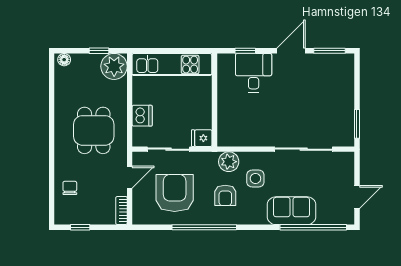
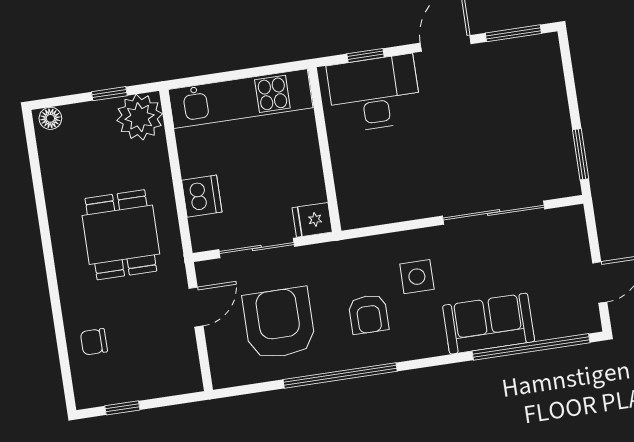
desk: (254, 73) -> (374, 93), width x1.37
plant: (229, 162) -> (366, 254), removed
chair: (70, 188) -> (94, 342), turned -90
bookcase: (121, 210) -> (190, 368), removed

